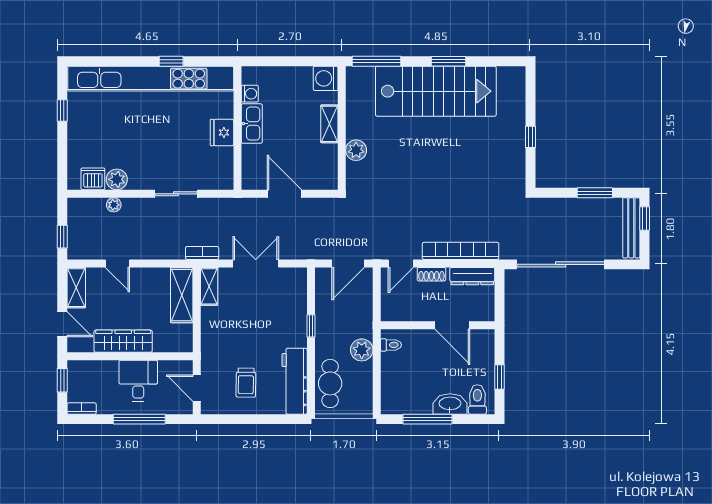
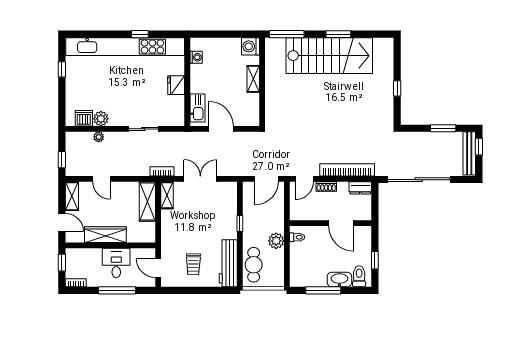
kitchen sink: (252, 124) -> (197, 108), moved
plant: (356, 150) -> (272, 98), removed
dresser: (472, 276) -> (360, 188), width x0.70

